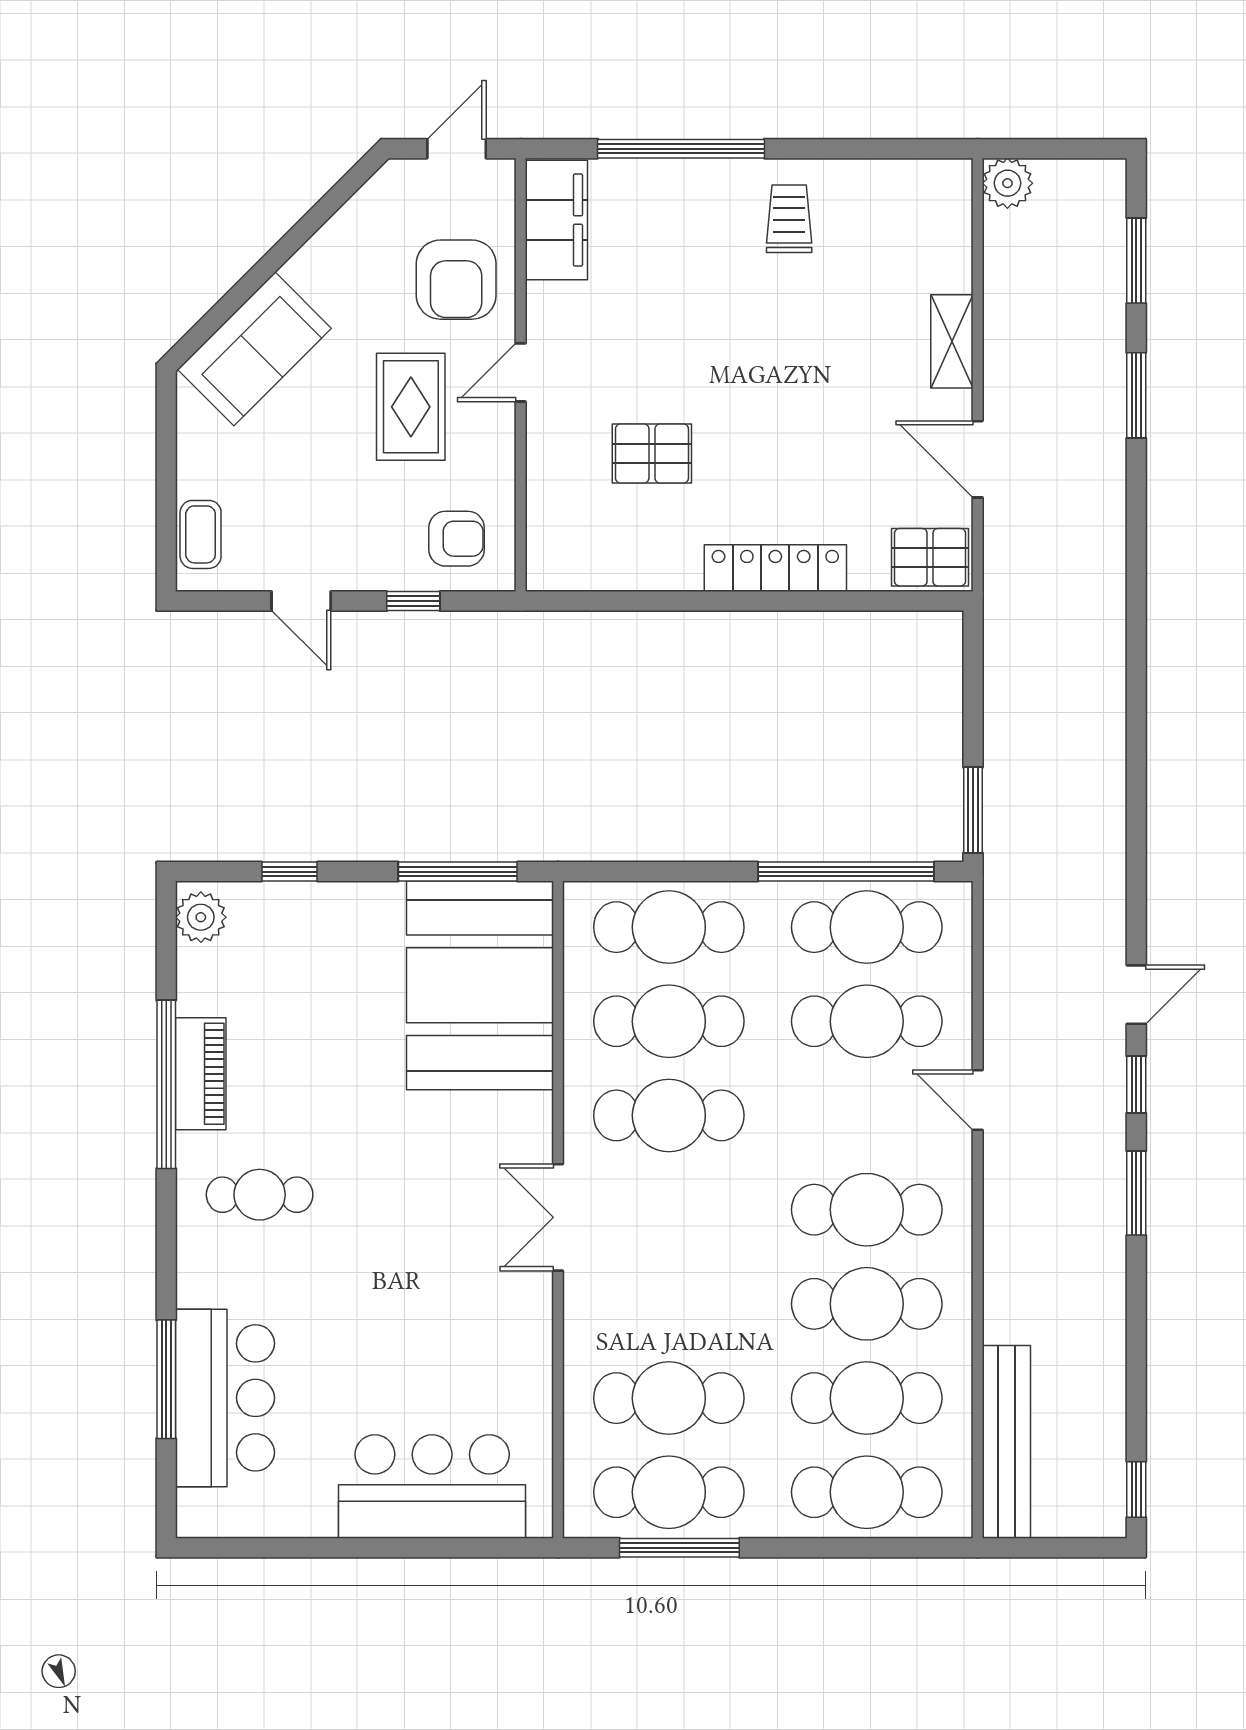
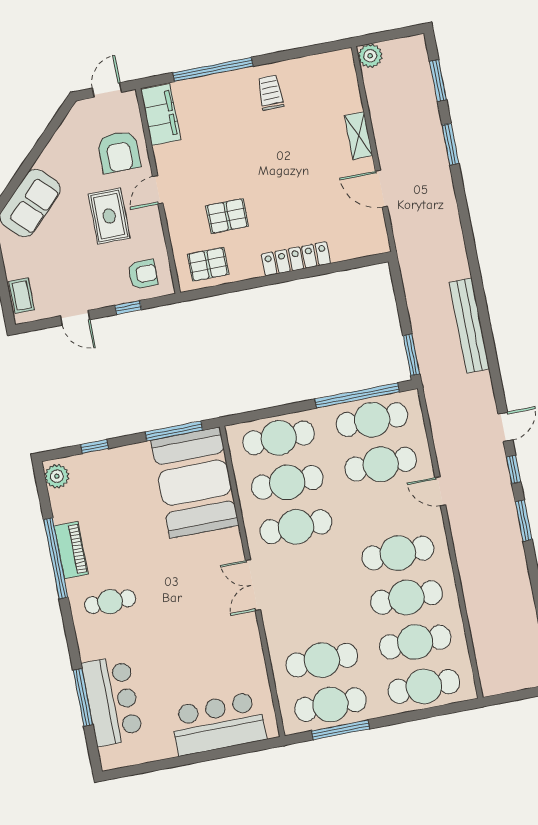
pallet: (930, 557) -> (208, 264), moved
bench: (1006, 1442) -> (469, 326), moved

